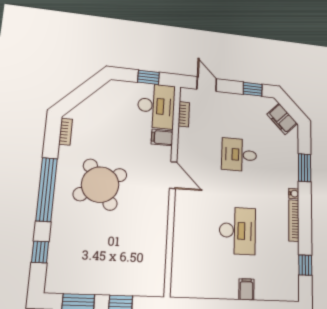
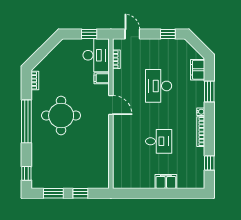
filing cabinet: (282, 119) -> (198, 70), moved, turned 45
desk: (239, 155) -> (159, 86), width x1.37
round table: (100, 185) -> (61, 115), turned 31
desk: (237, 231) -> (159, 141), width x0.73
window: (40, 252) -> (26, 173), moved
filing cabinet: (246, 289) -> (166, 181), width x2.00

